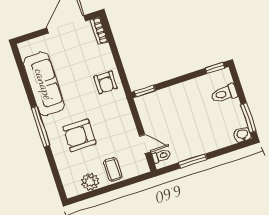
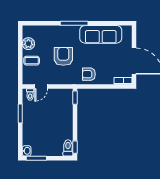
toilet: (224, 94) -> (68, 148), moved
armchair: (79, 135) -> (63, 56), moved

